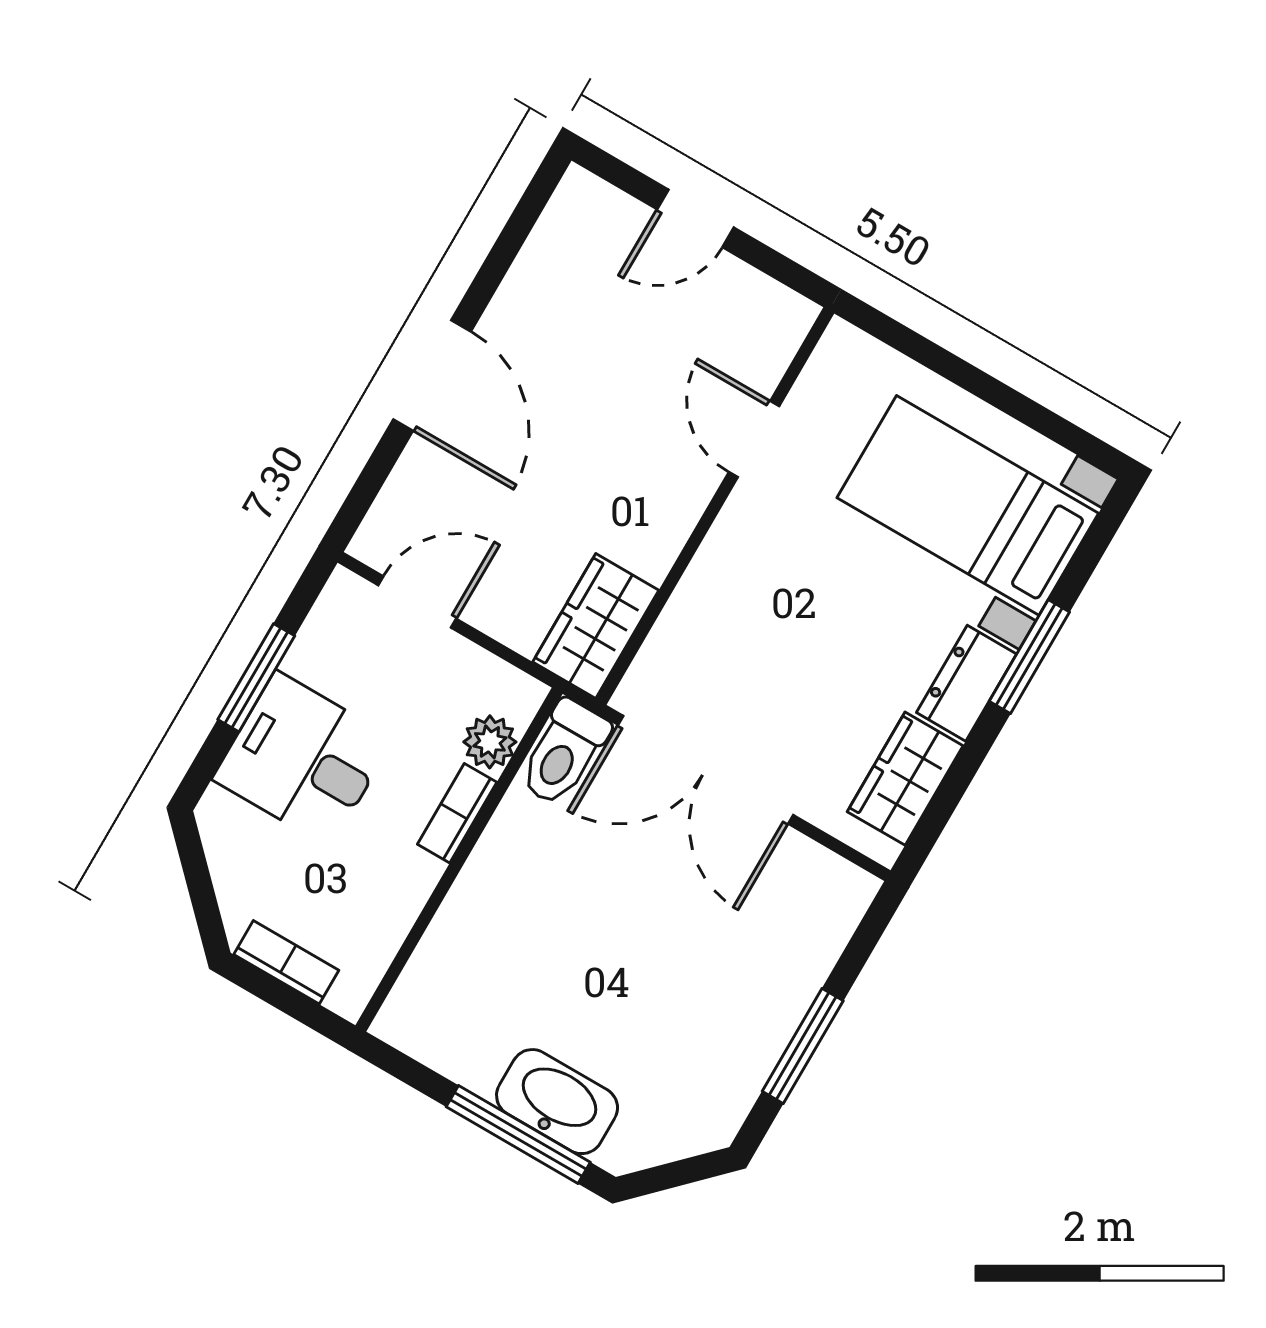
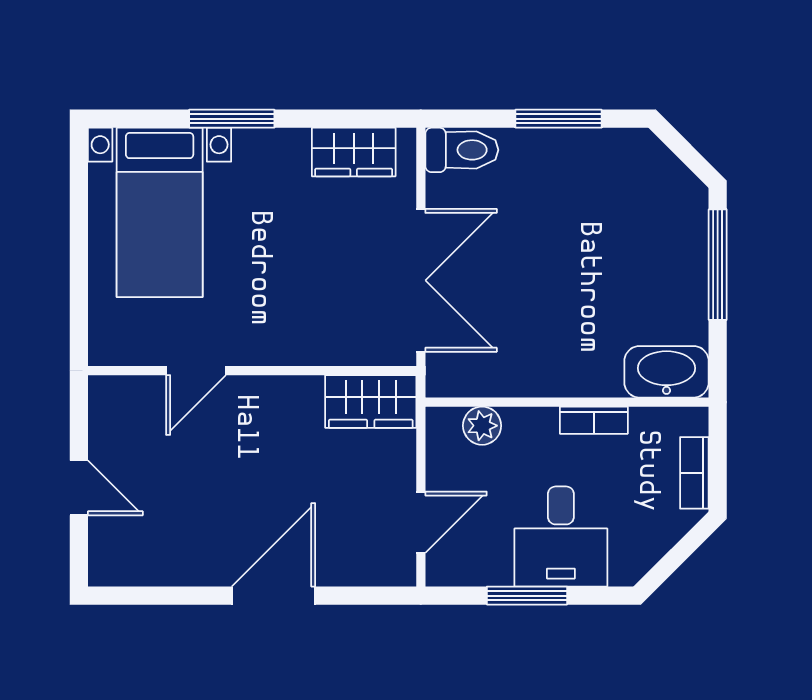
door: (417, 602) -> (421, 522), swing flipped
dresser: (966, 683) -> (271, 148), removed
toilet: (564, 753) -> (462, 150), moved
bookcase: (457, 813) -> (594, 420), moved
washbasin: (557, 1102) -> (667, 372), moved, turned 90

